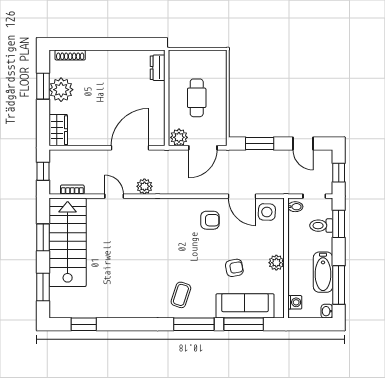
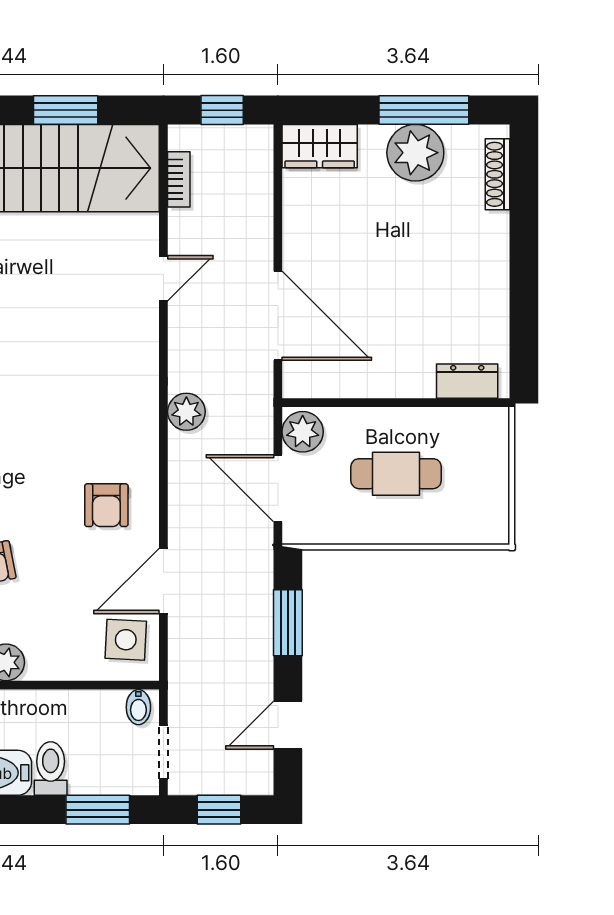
window: (43, 86) -> (424, 110), width x1.44
plant: (144, 186) -> (186, 412), moved
toilet: (321, 226) -> (51, 768), moved

